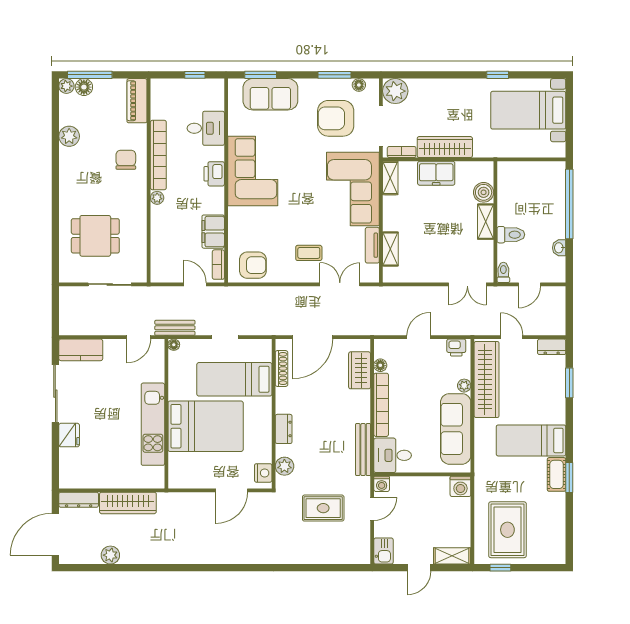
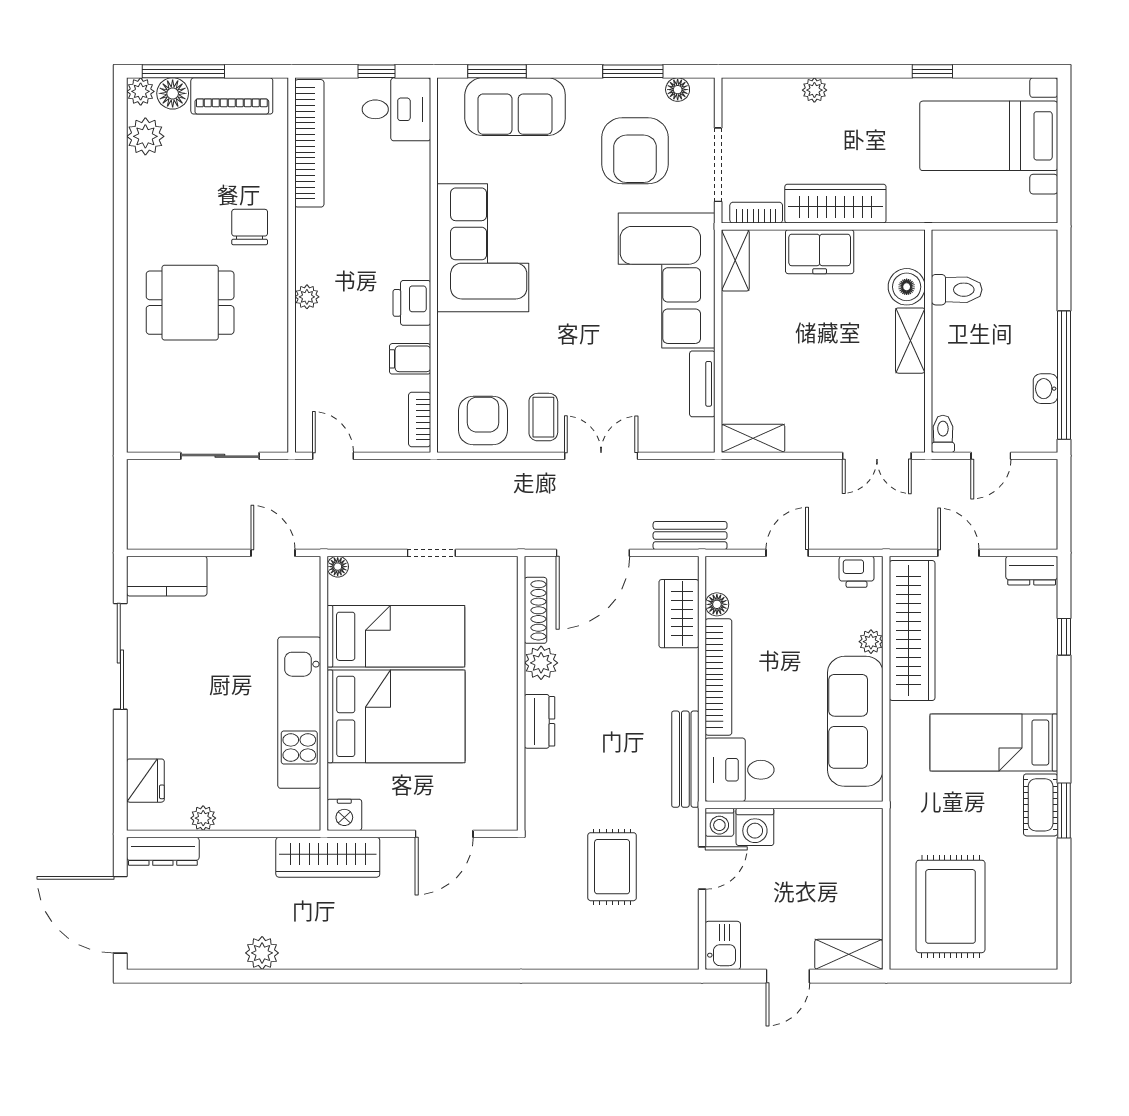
plant: (395, 91) -> (814, 90), moved, width x0.53, depth x0.53
piano: (137, 101) -> (232, 96), moved, turned -90
armchair: (336, 118) -> (635, 151), turned -90
desk: (206, 128) -> (396, 109), moved
plant: (69, 136) -> (145, 136), moved
bookcase: (158, 155) -> (309, 143), moved
printer: (214, 174) -> (412, 303), moved
window: (569, 204) -> (1064, 375), moved
filing cabinet: (213, 232) -> (410, 359), width x0.50
toilet: (511, 235) -> (957, 290), moved
dining table: (95, 236) -> (190, 303), moved
shelving: (390, 249) -> (753, 438), moved, turned 90
coffee table: (309, 253) -> (543, 417), moved, turned 90
armchair: (253, 265) -> (483, 420), turned -90
door: (195, 284) -> (333, 456), moved
double door: (340, 284) -> (601, 456), moved
bench: (175, 328) -> (690, 536), moved
door: (139, 337) -> (273, 553), swing flipped
bed: (234, 379) -> (396, 636), moved, turned 180
window: (569, 383) -> (1064, 637), width x0.67
fridge: (69, 435) -> (145, 781), moved
plant: (284, 466) -> (541, 663), moved
nightstand: (263, 473) -> (344, 815), moved, turned 90
plant: (101, 482) -> (203, 818), added
washing machine: (460, 486) -> (755, 827), moved
wardrobe: (128, 503) -> (328, 857), moved
rug: (323, 508) -> (612, 867), turned 90
door: (55, 534) -> (120, 915), hinge flipped
plant: (110, 555) -> (262, 953), moved
window: (500, 568) -> (938, 976), removed

